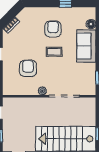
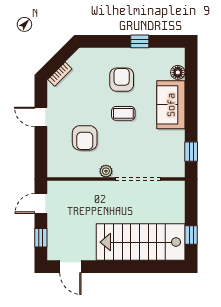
armchair: (28, 68) -> (85, 138), turned 180

